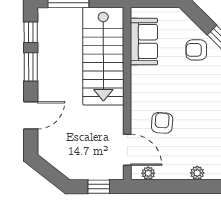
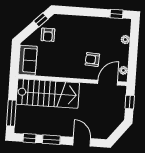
sofa: (144, 42) -> (28, 60), moved, turned 90

